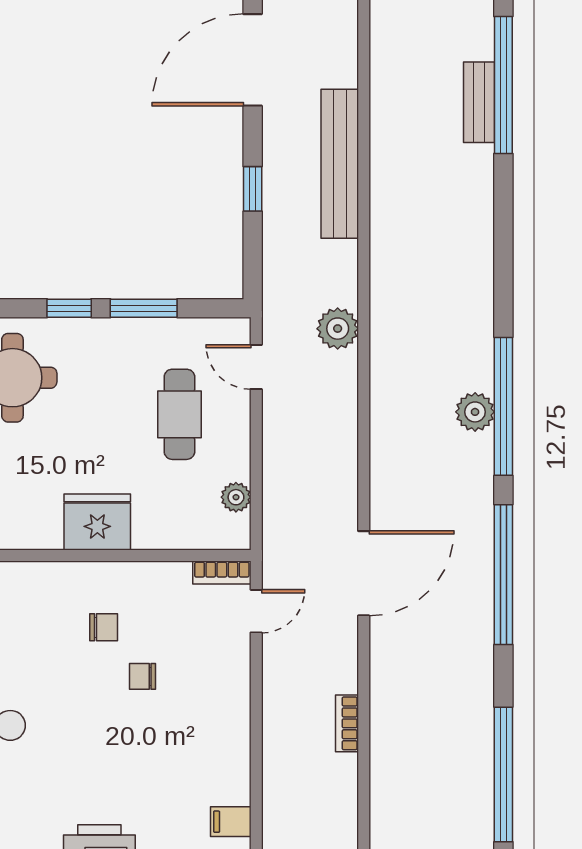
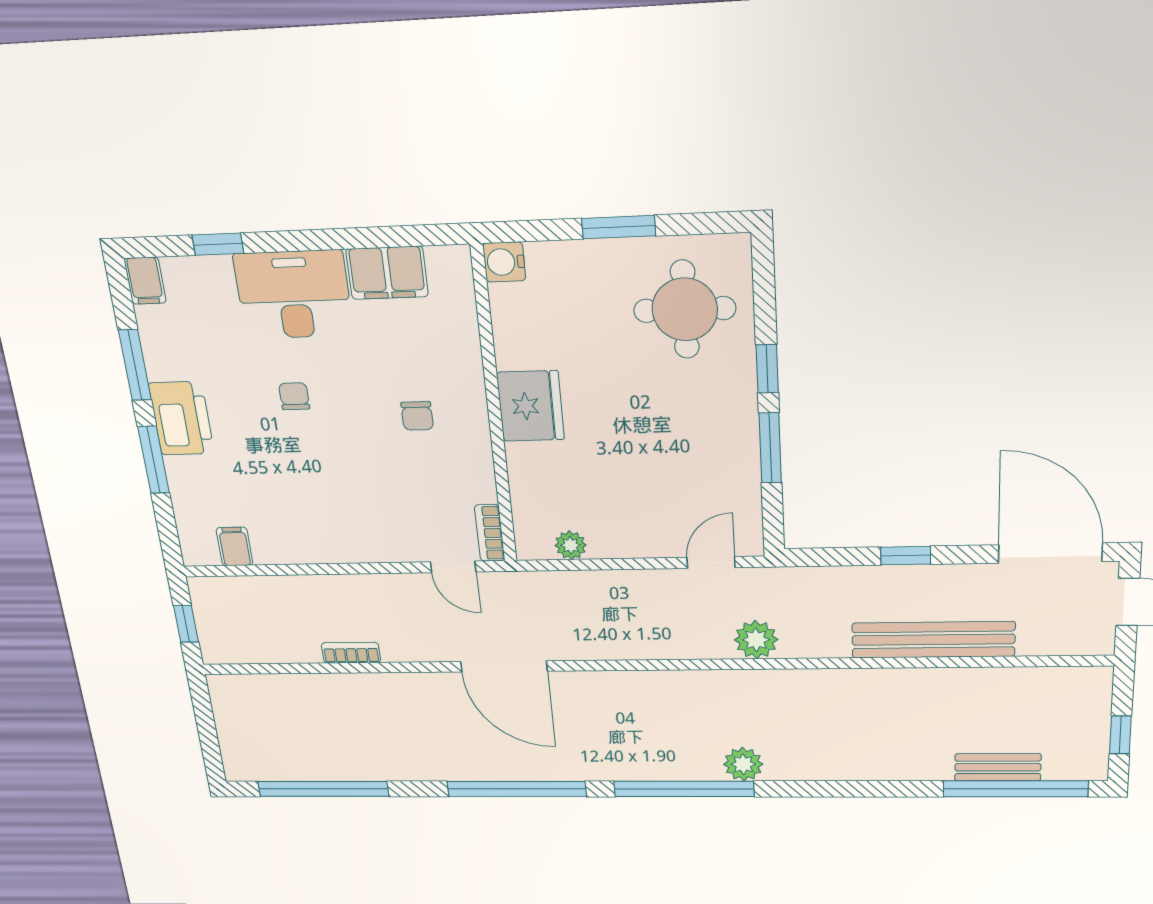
plant: (475, 412) -> (743, 764), moved
cafe table: (179, 414) -> (655, 487), removed
chair: (142, 676) -> (294, 396), moved

